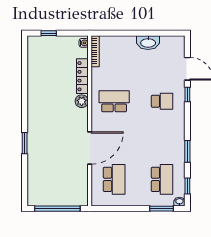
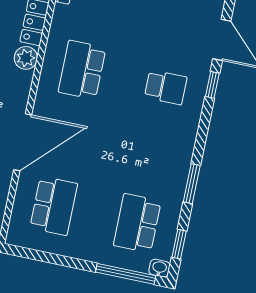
school desk: (114, 101) -> (82, 70), turned -90
school desk: (162, 179) -> (137, 223), turned 180
window: (161, 209) -> (126, 274), width x1.44

